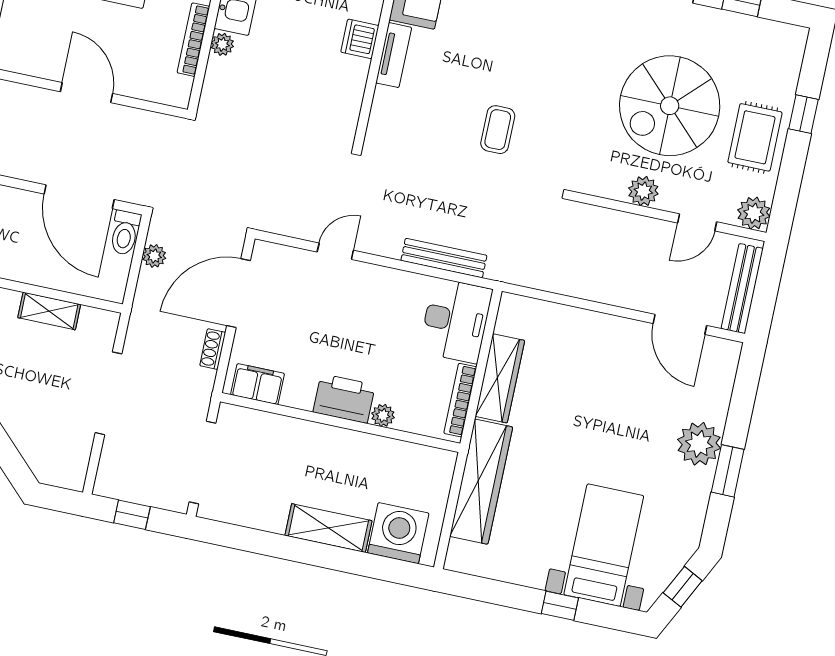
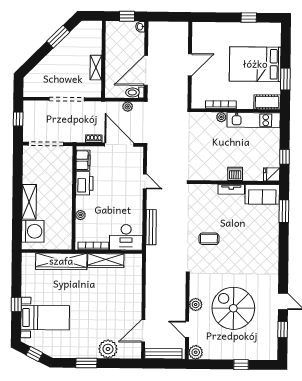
rug: (755, 137) -> (227, 346), removed
printer: (344, 399) -> (84, 183), moved
plant: (699, 444) -> (108, 349), moved

